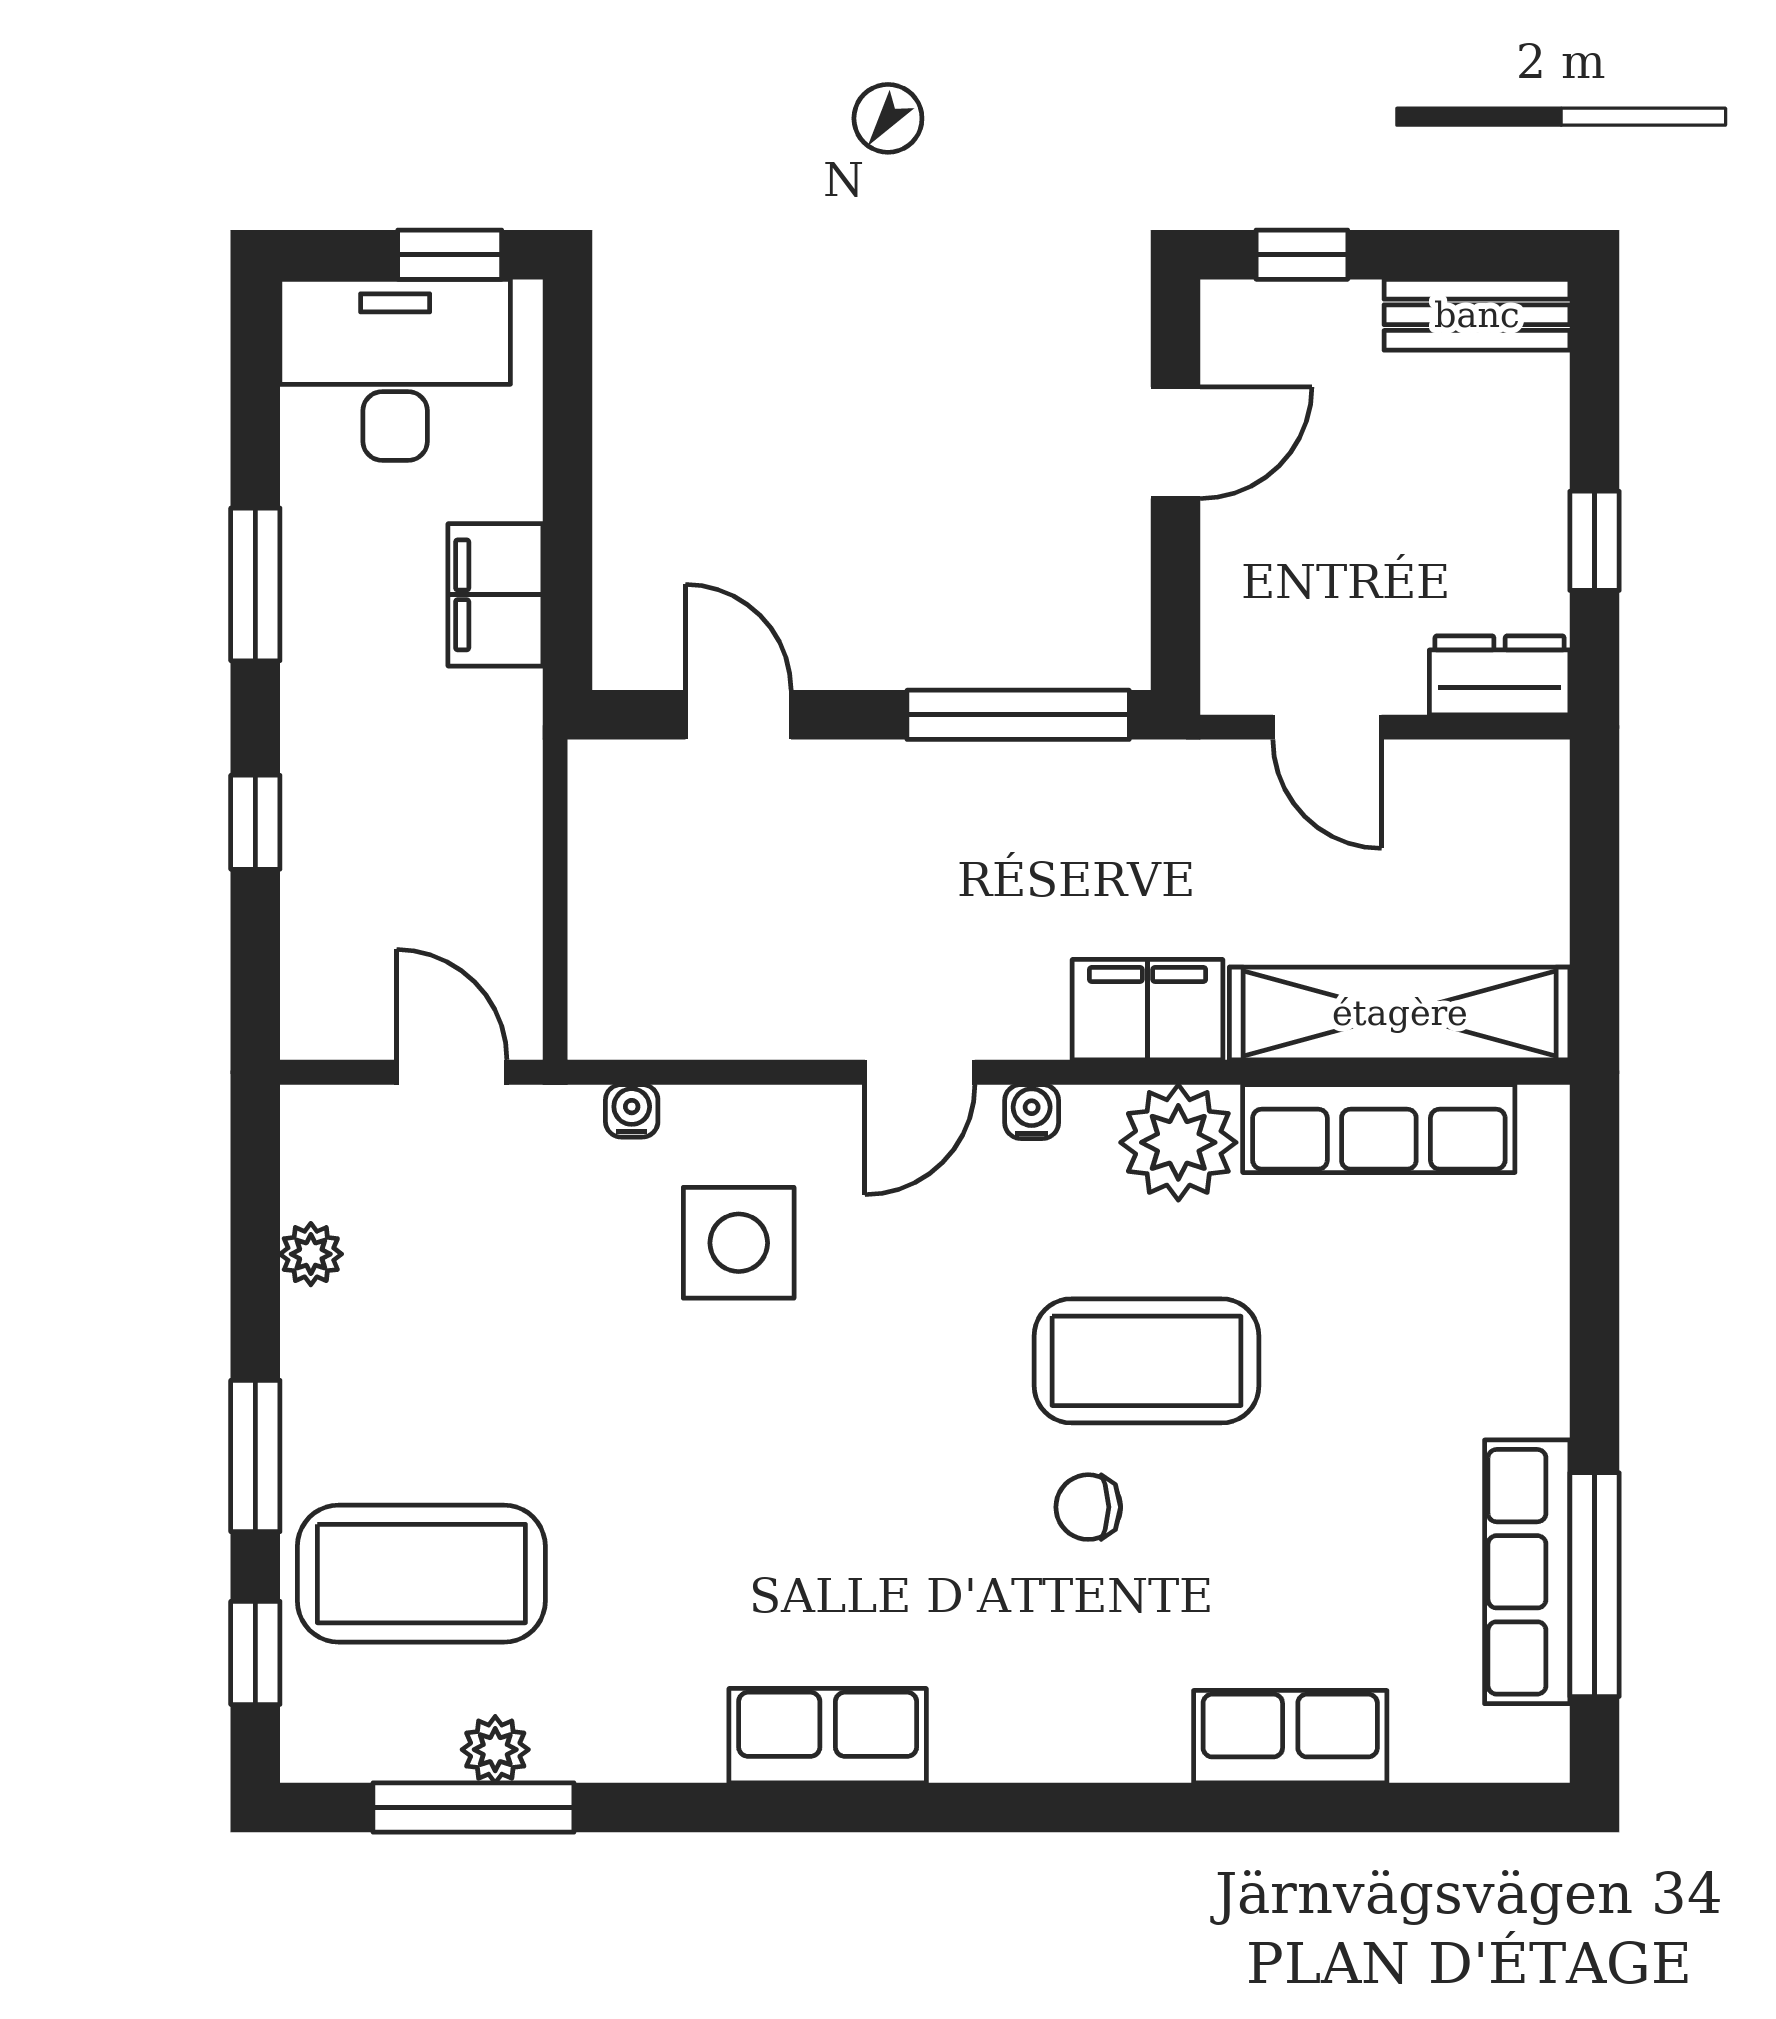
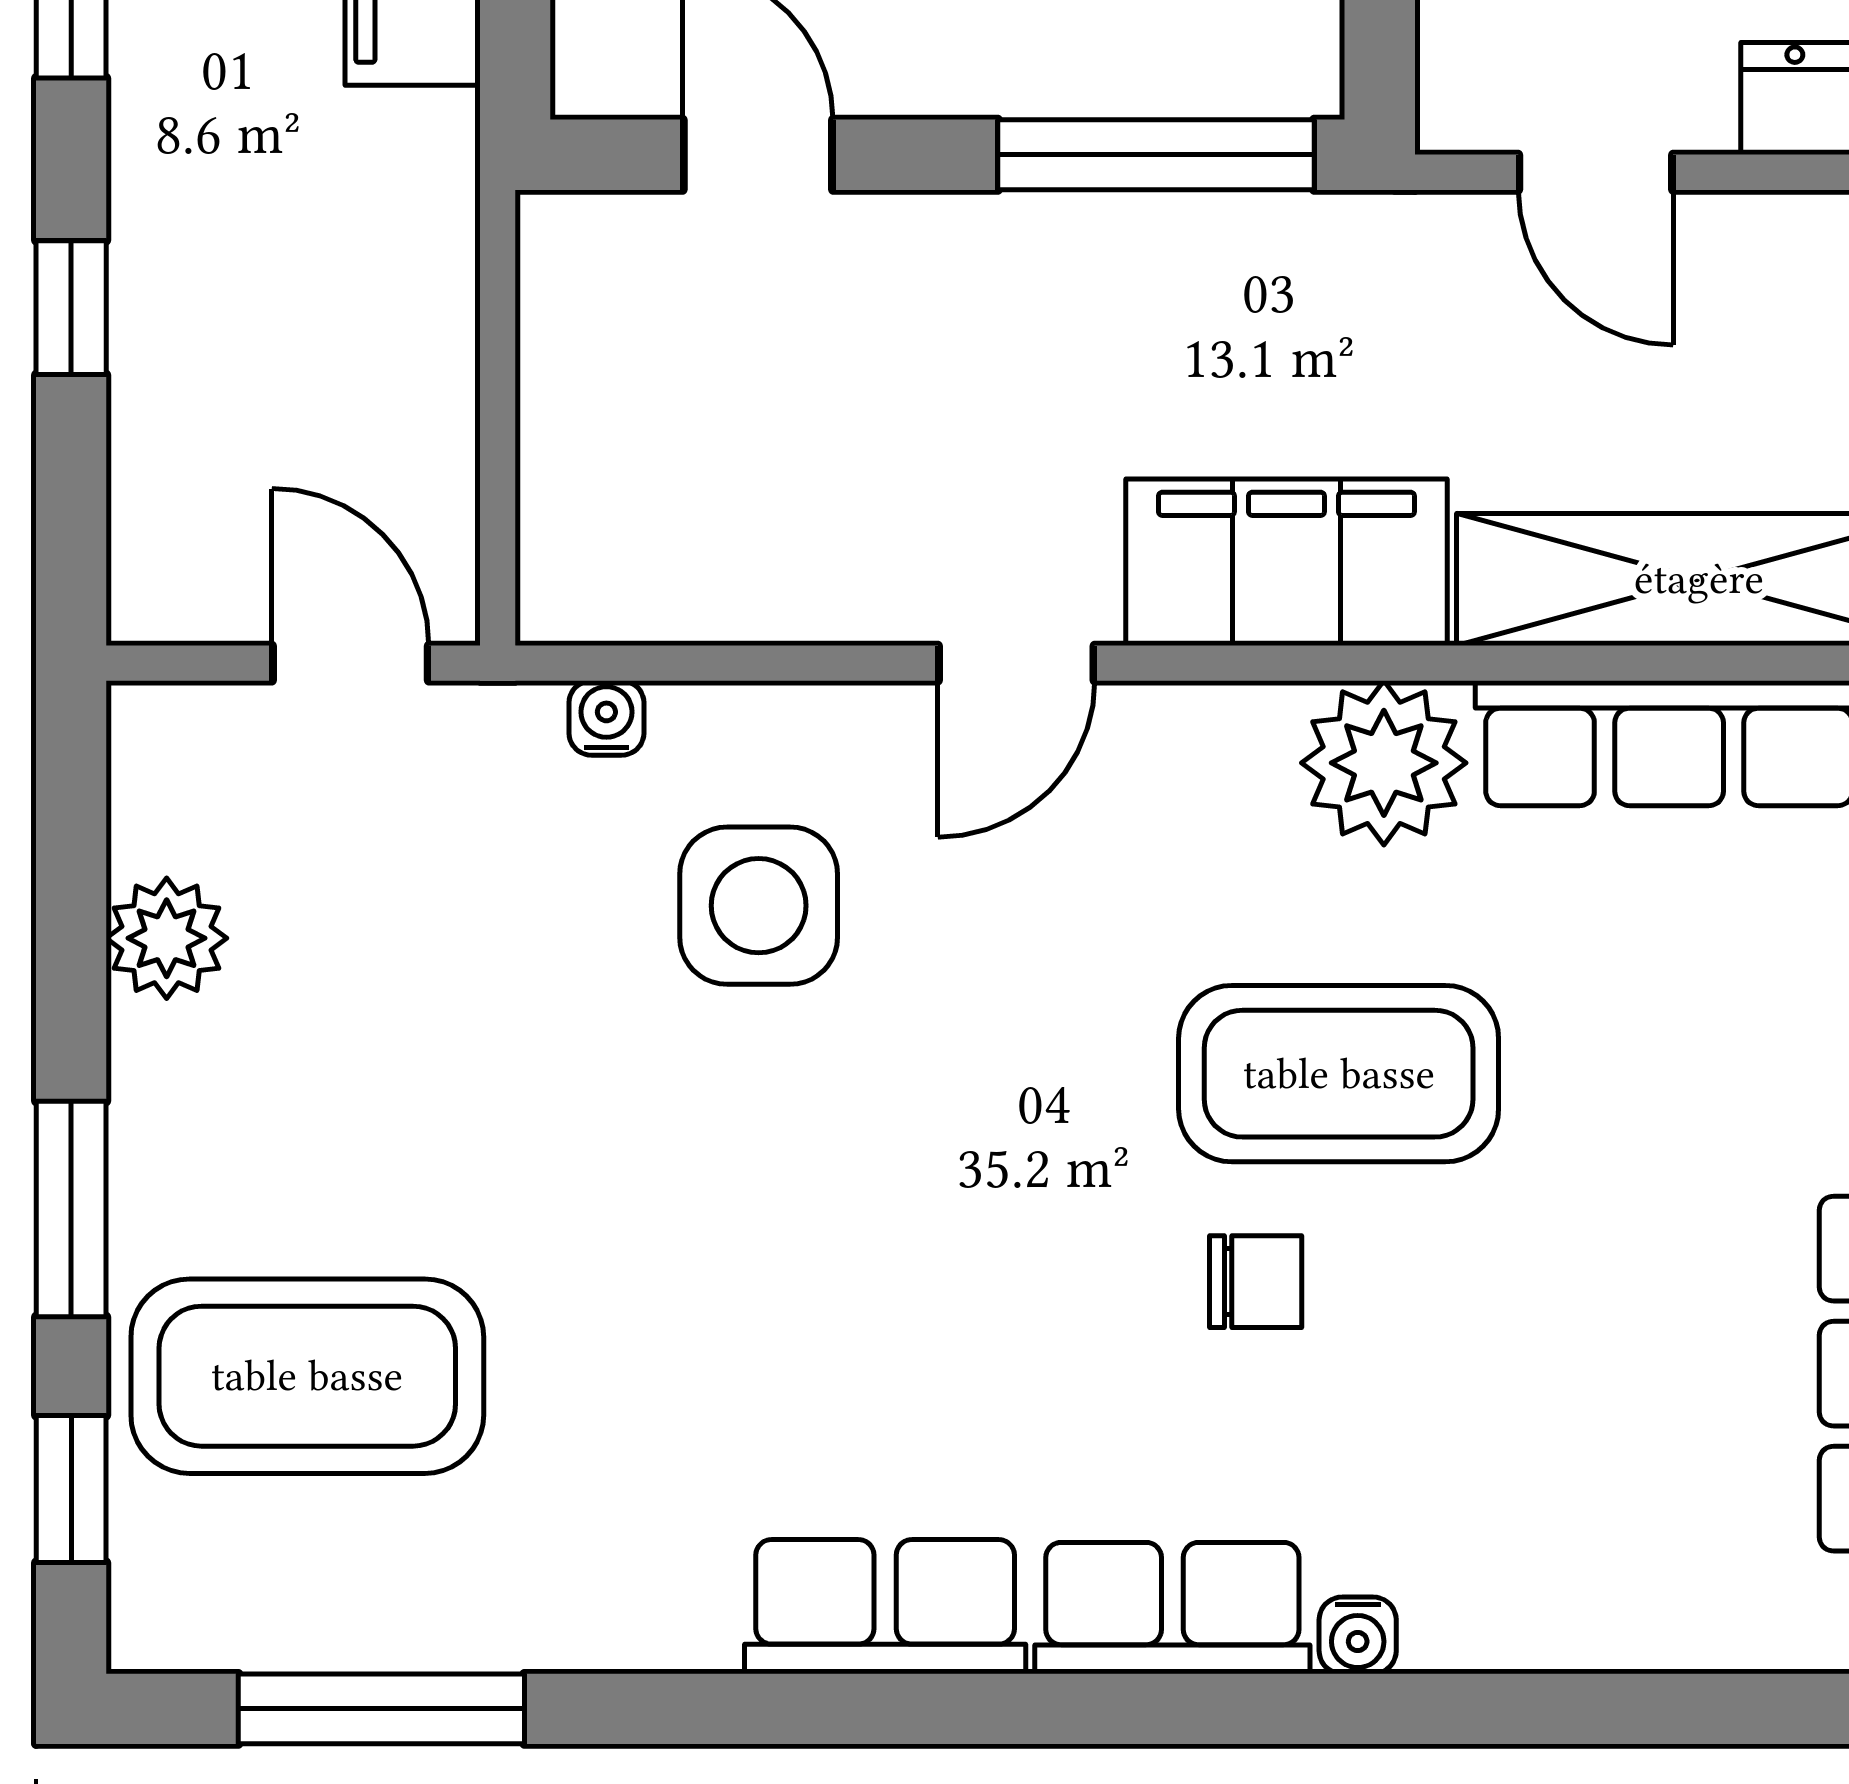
filing cabinet: (1148, 1010) -> (1286, 562), width x1.50, depth x1.17
water cooler: (1032, 1112) -> (1358, 1635), moved, turned 180
plant: (311, 1254) -> (167, 938), width x1.38, depth x1.38
chair: (1088, 1507) -> (1256, 1282), turned 180
row of seats: (1290, 1737) -> (1172, 1608), moved
plant: (495, 1750) -> (412, 1626), removed

